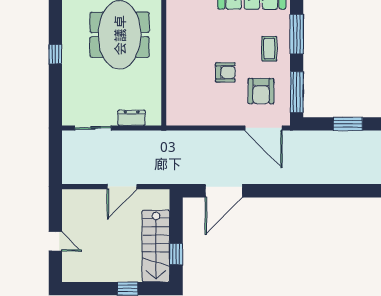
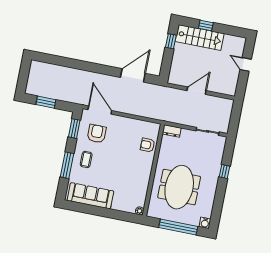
window: (55, 54) -> (224, 171), moved
armchair: (225, 72) -> (148, 145), moved
window: (297, 92) -> (74, 129), width x0.69
dresser: (132, 118) -> (172, 131), moved
stairs: (156, 246) -> (200, 37), moved, turned 90

